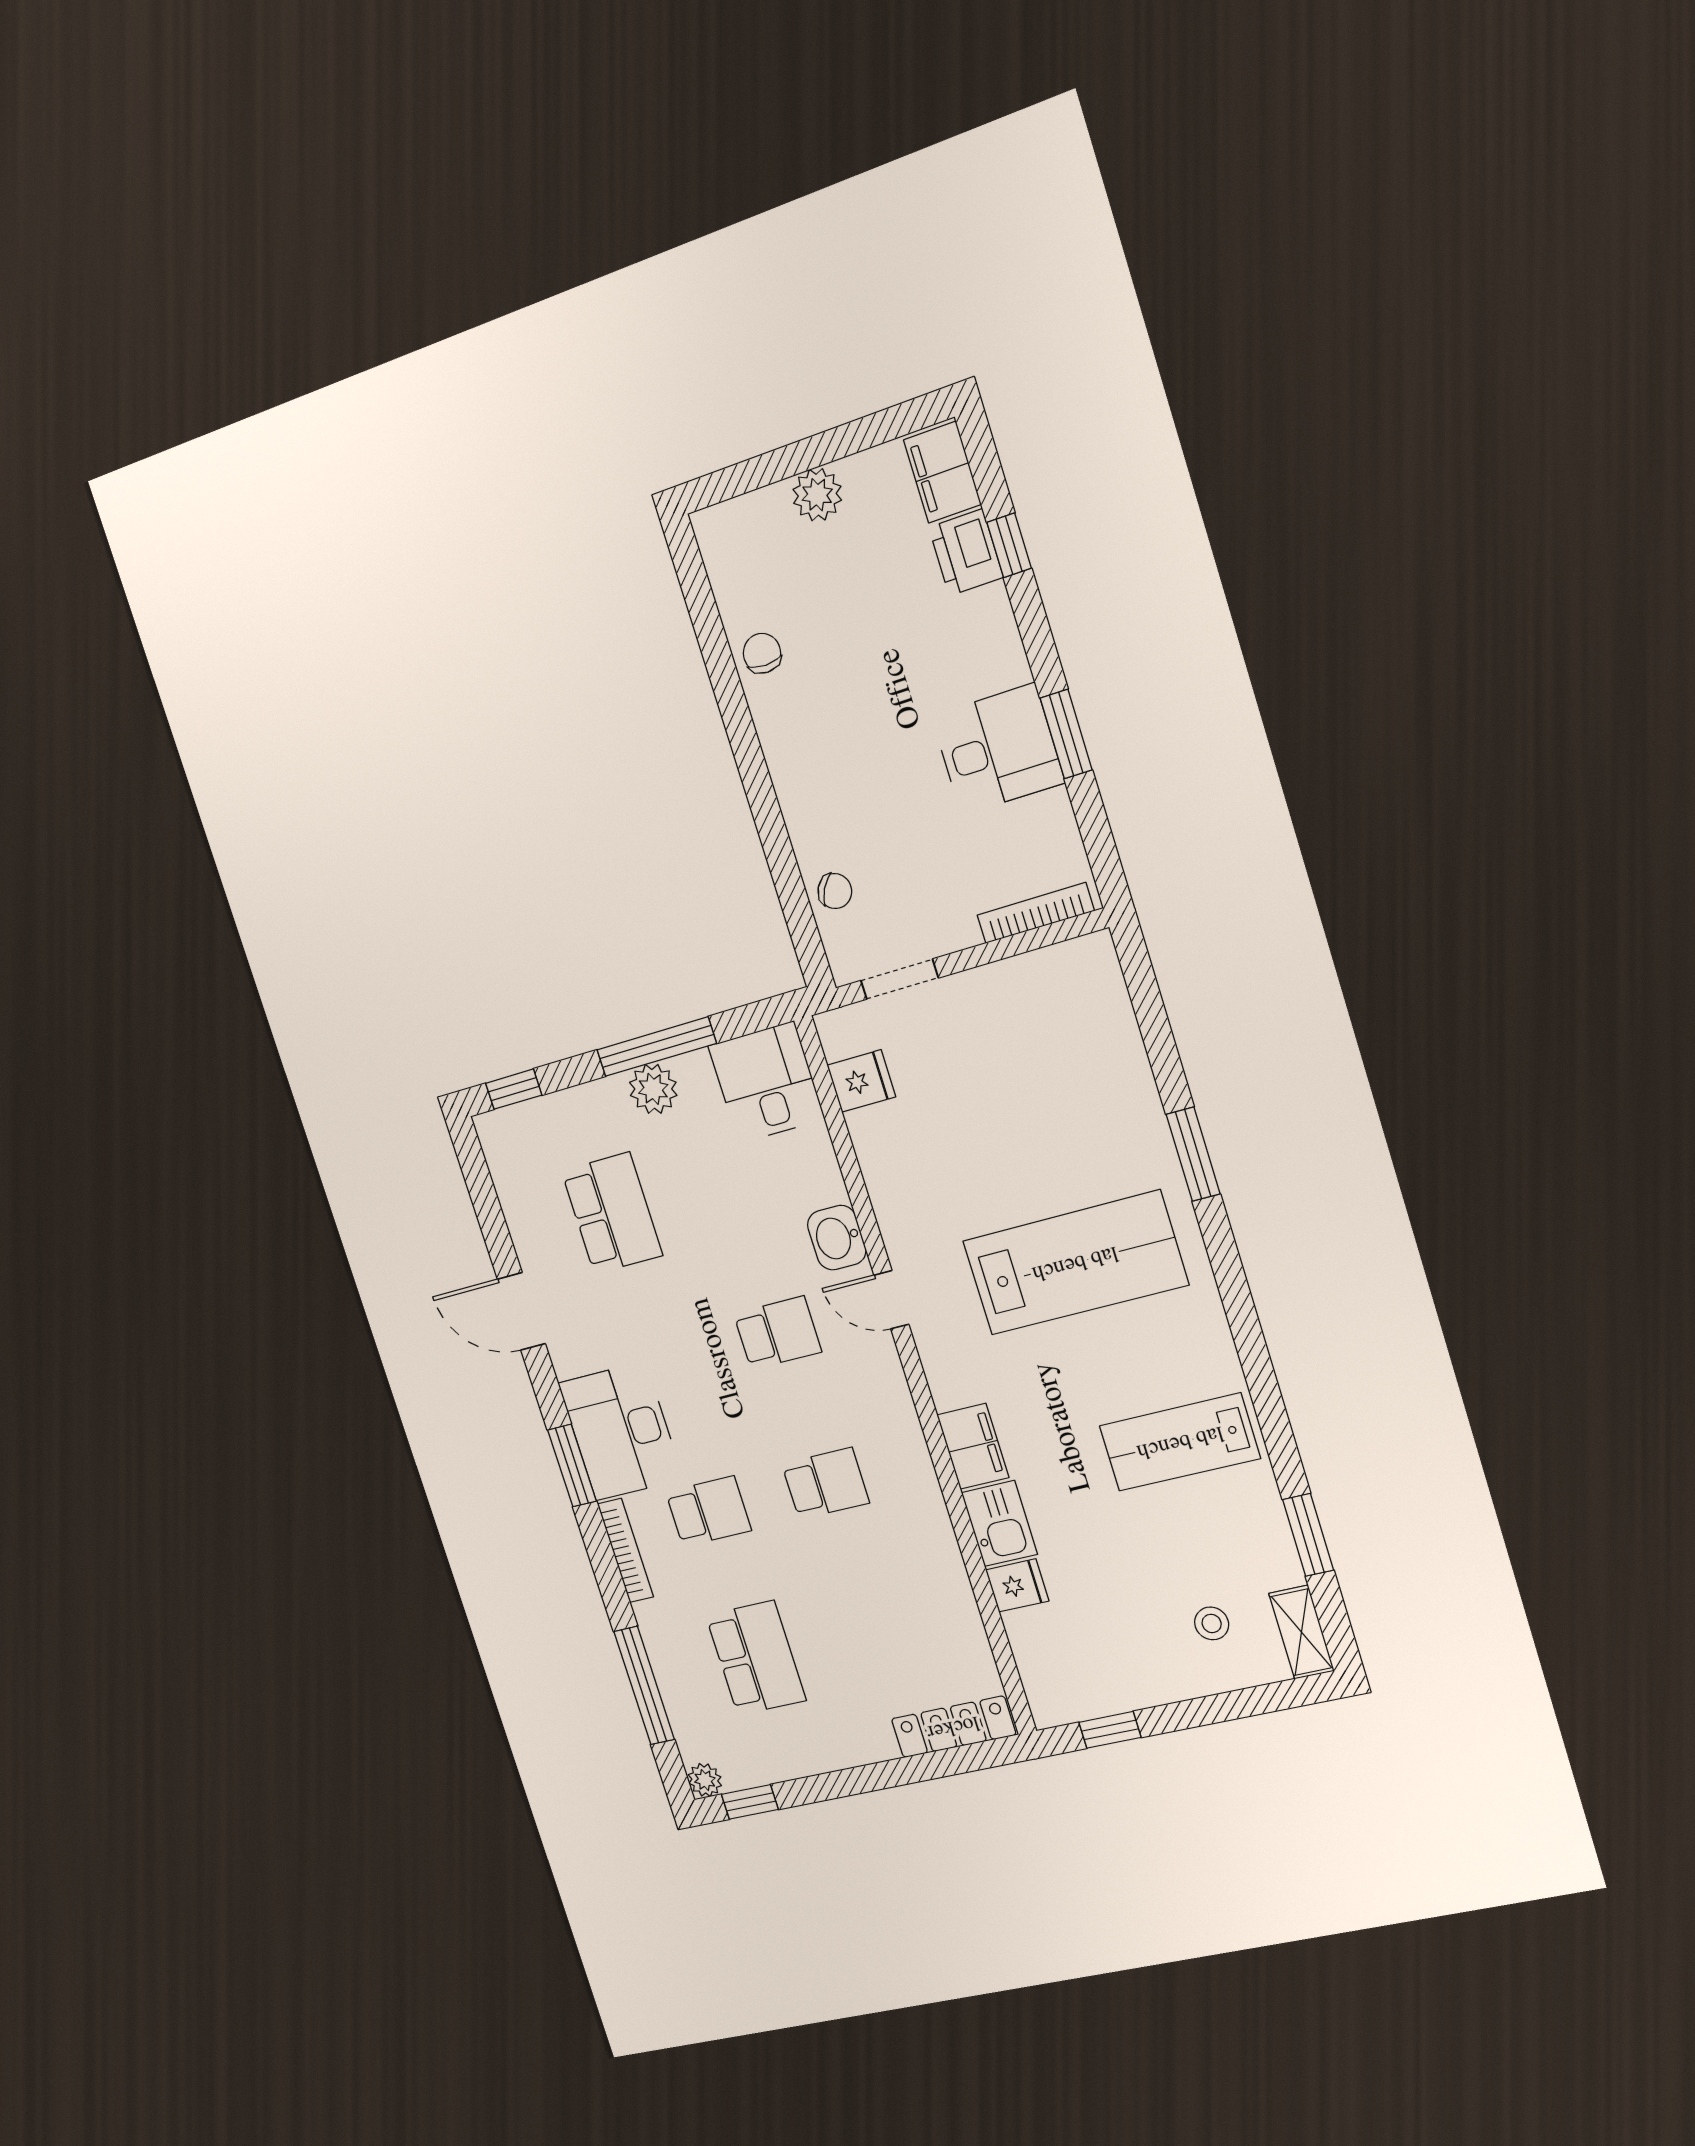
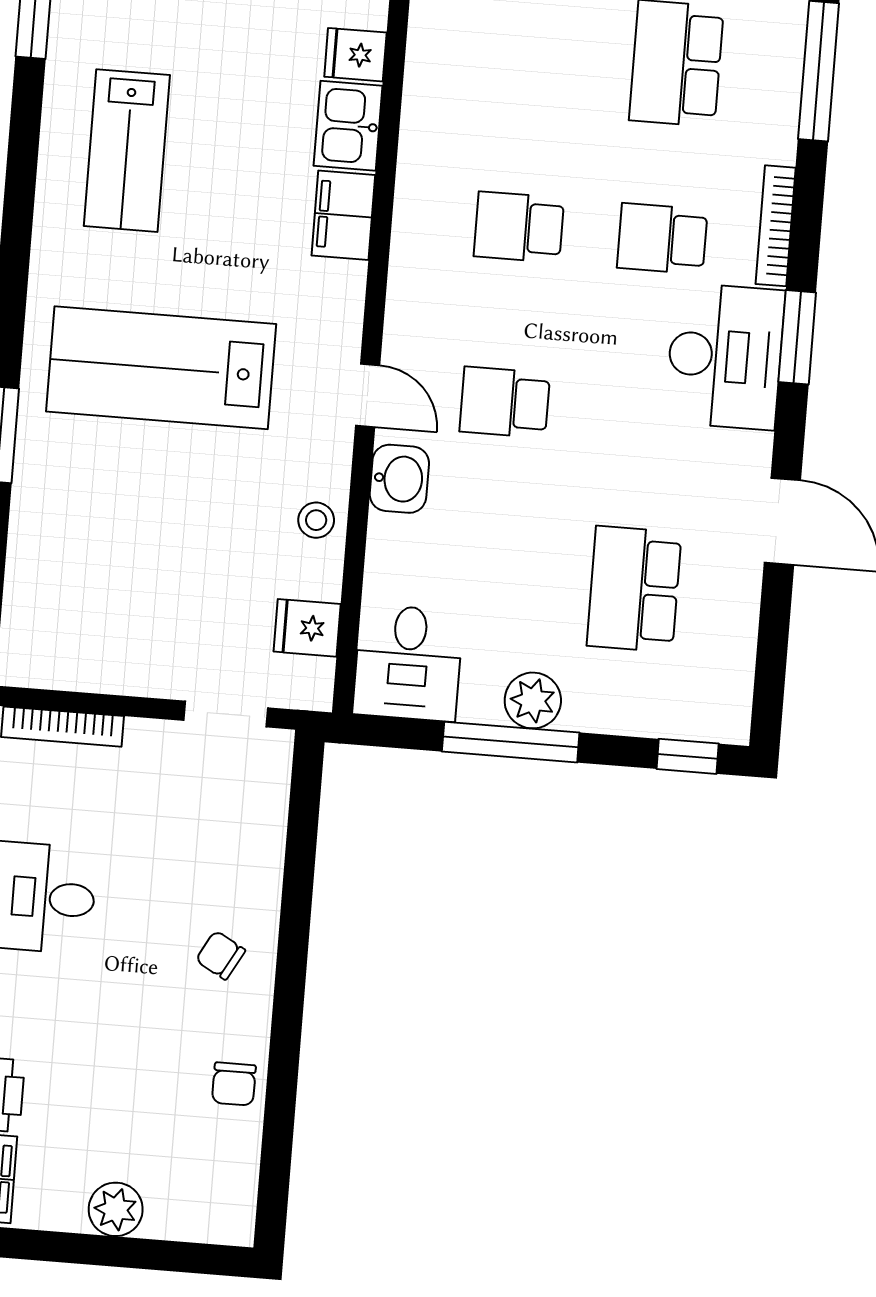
chair: (835, 891) -> (220, 955), moved
stool: (891, 1177) -> (316, 520), added
lab bench: (1180, 1442) -> (127, 151), turned 90

